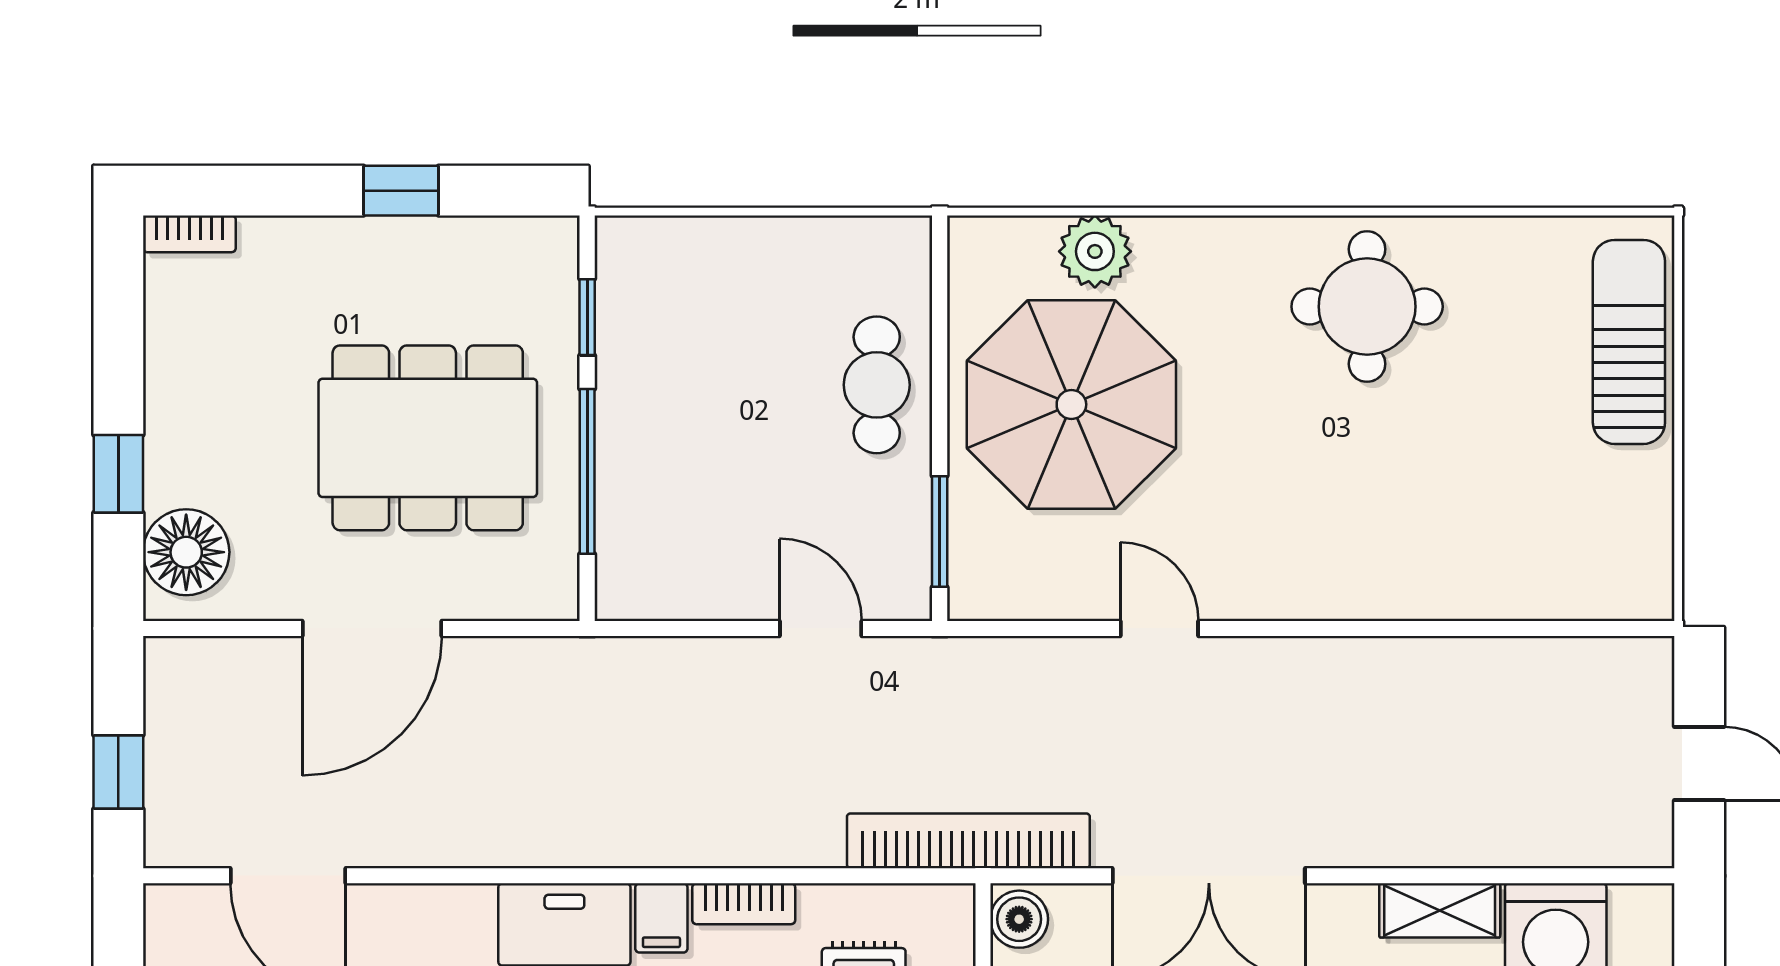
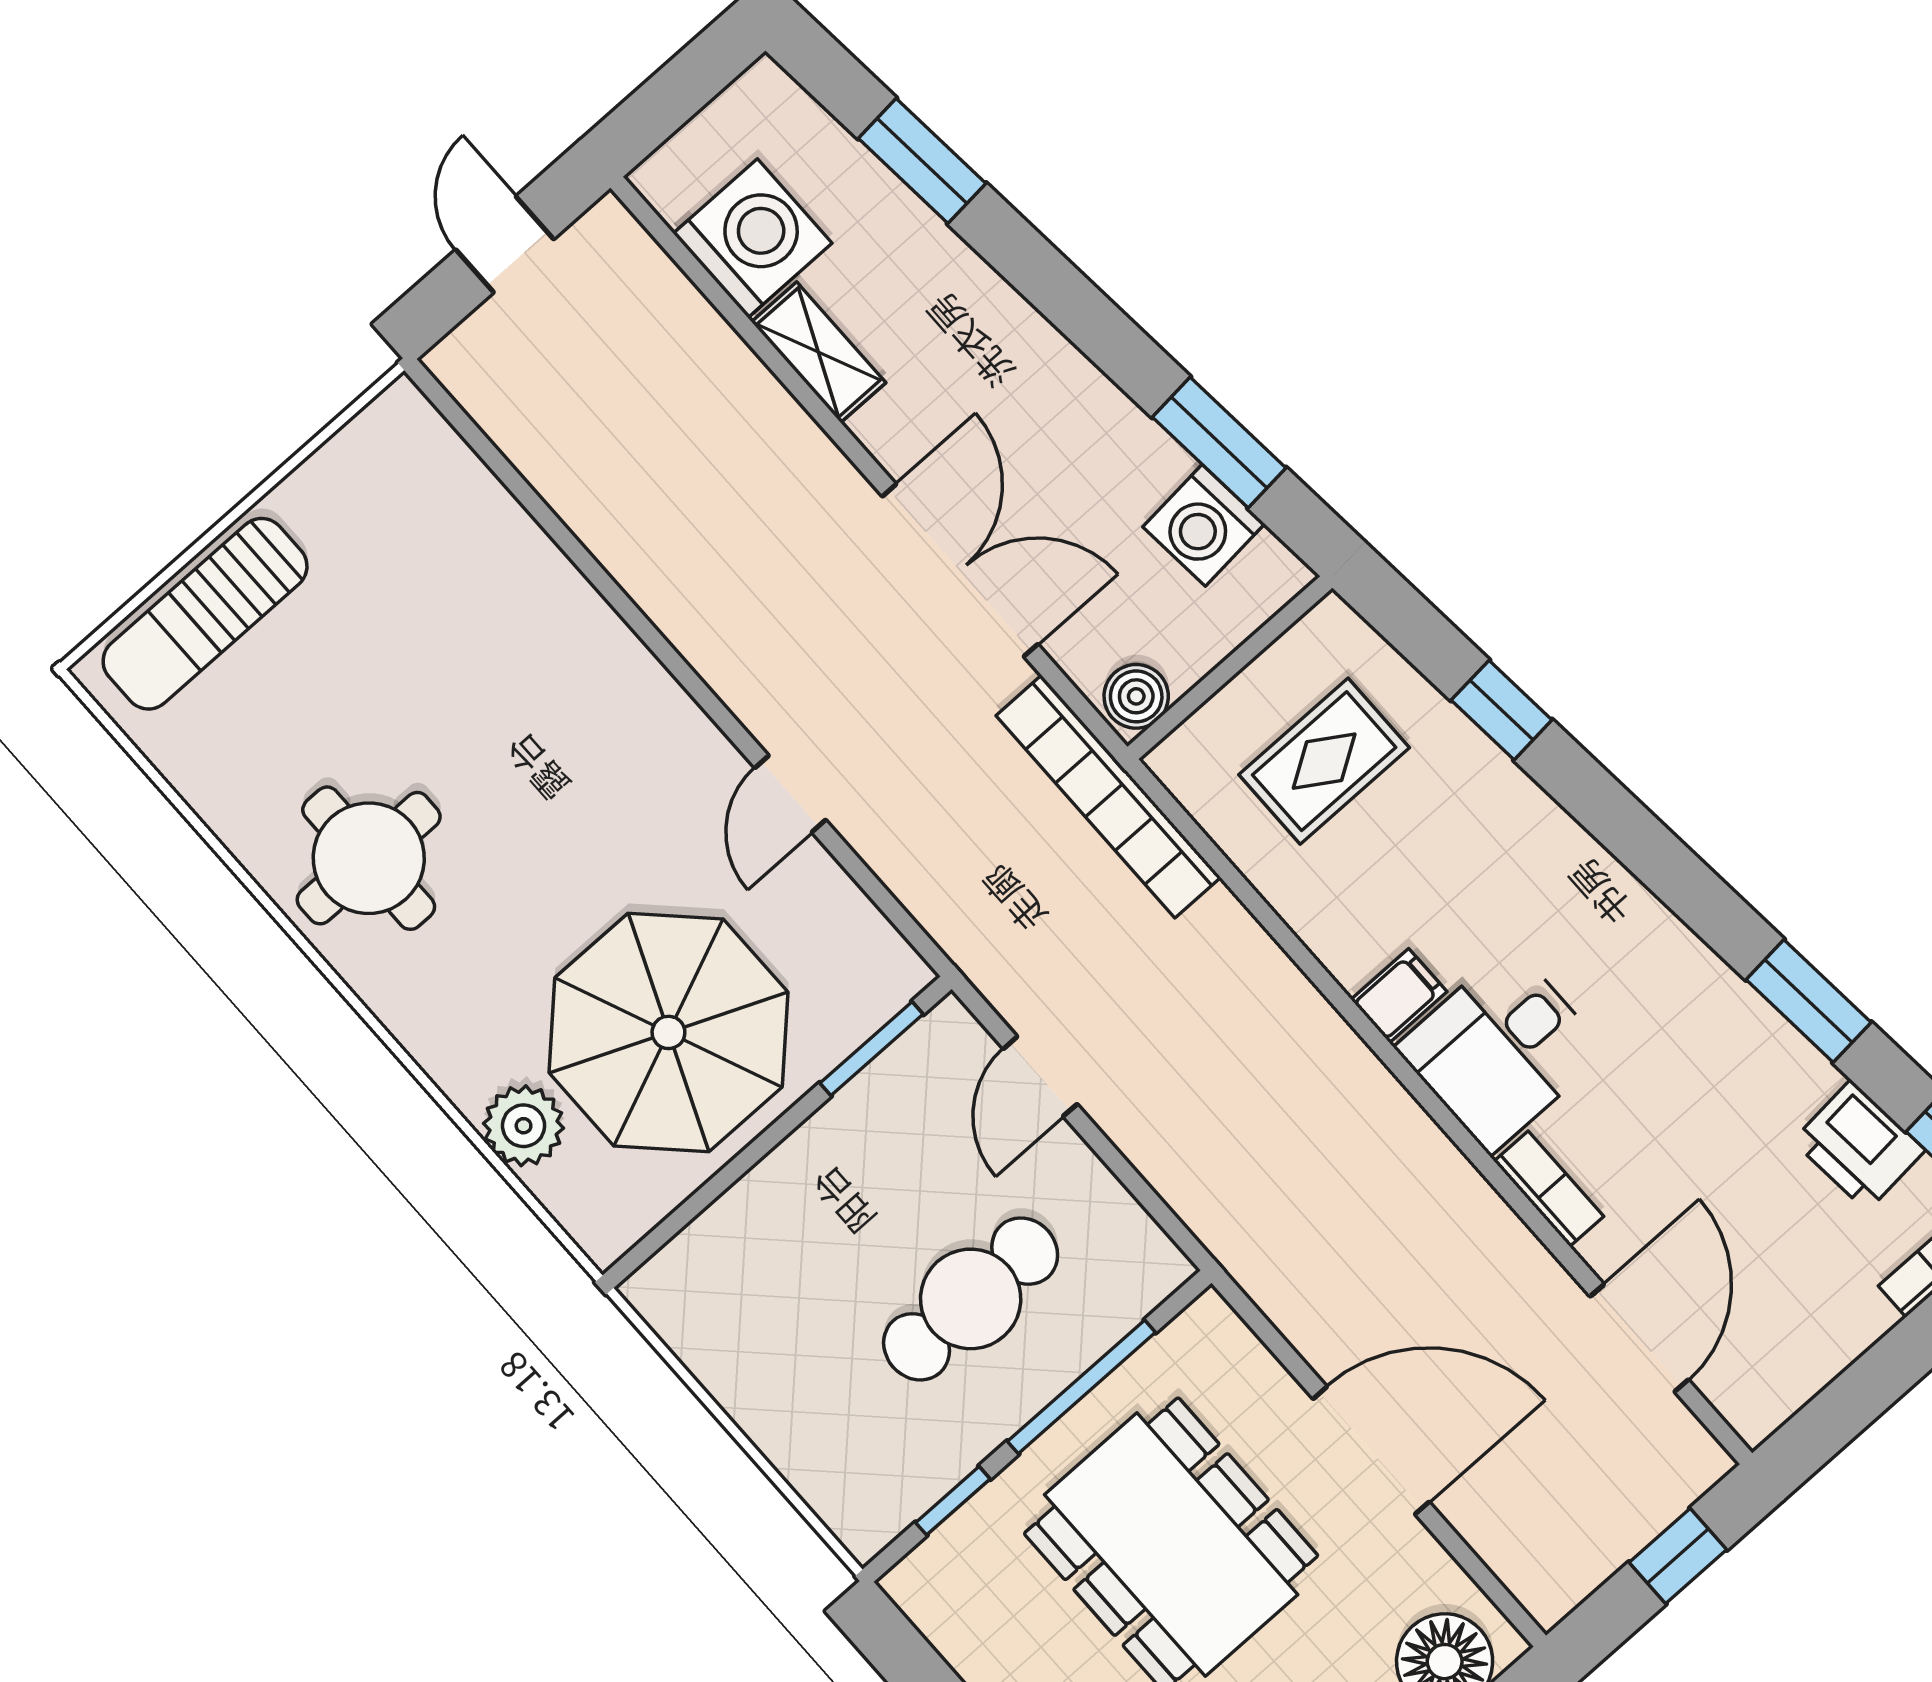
cafe table: (877, 385) -> (971, 1299), moved, width x1.37, depth x1.35
bookcase: (744, 904) -> (1549, 1189), moved

